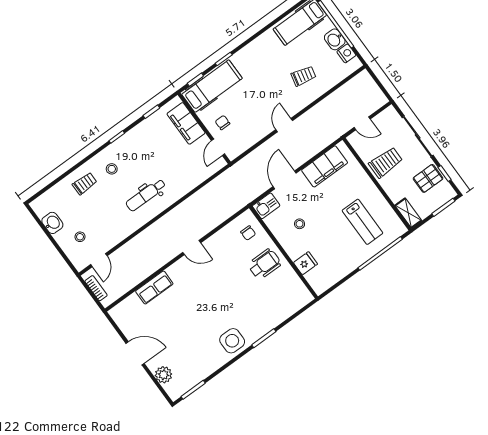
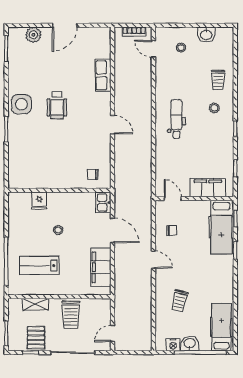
chair: (223, 123) -> (172, 231), moved
door: (362, 123) -> (113, 333), moved
shelving: (408, 213) -> (35, 304), moved
stool: (300, 224) -> (58, 230), moved
door: (192, 248) -> (113, 125), swing flipped
wheelchair: (264, 264) -> (57, 105), moved

